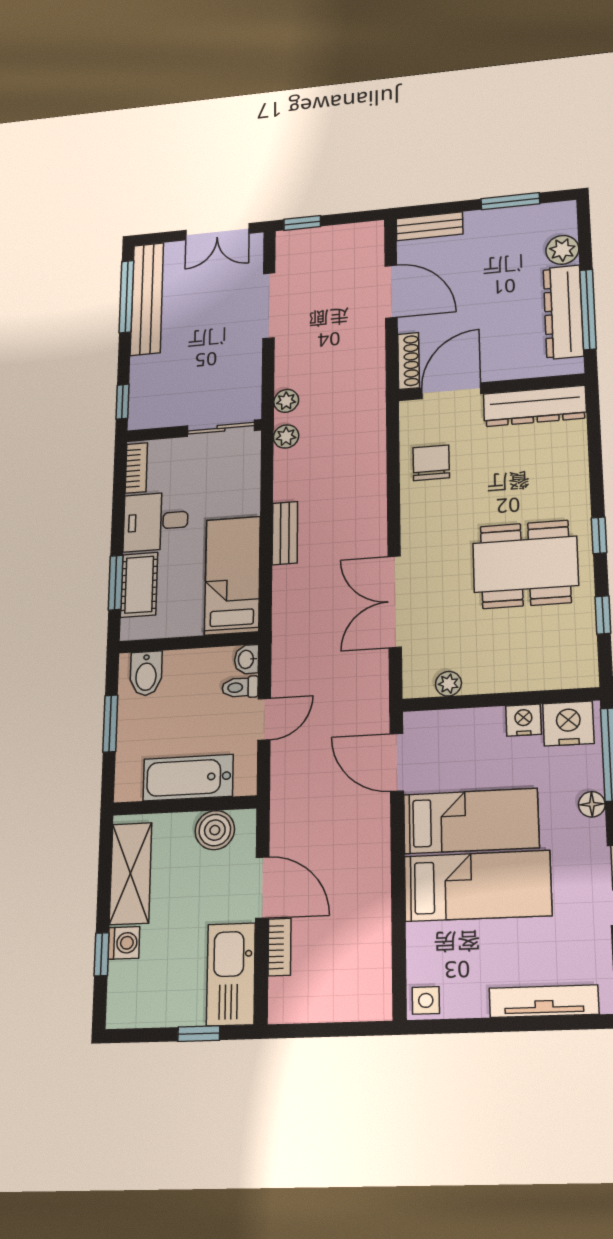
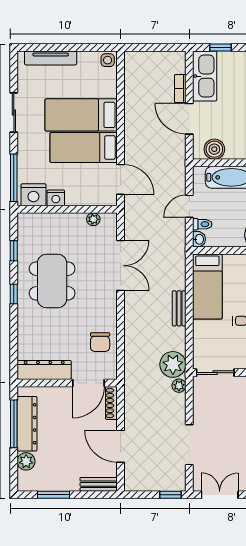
plant: (286, 436) -> (173, 364), width x1.88, depth x1.88
dining table: (525, 564) -> (52, 281), turned 90
floor lamp: (592, 804) -> (24, 153), removed

